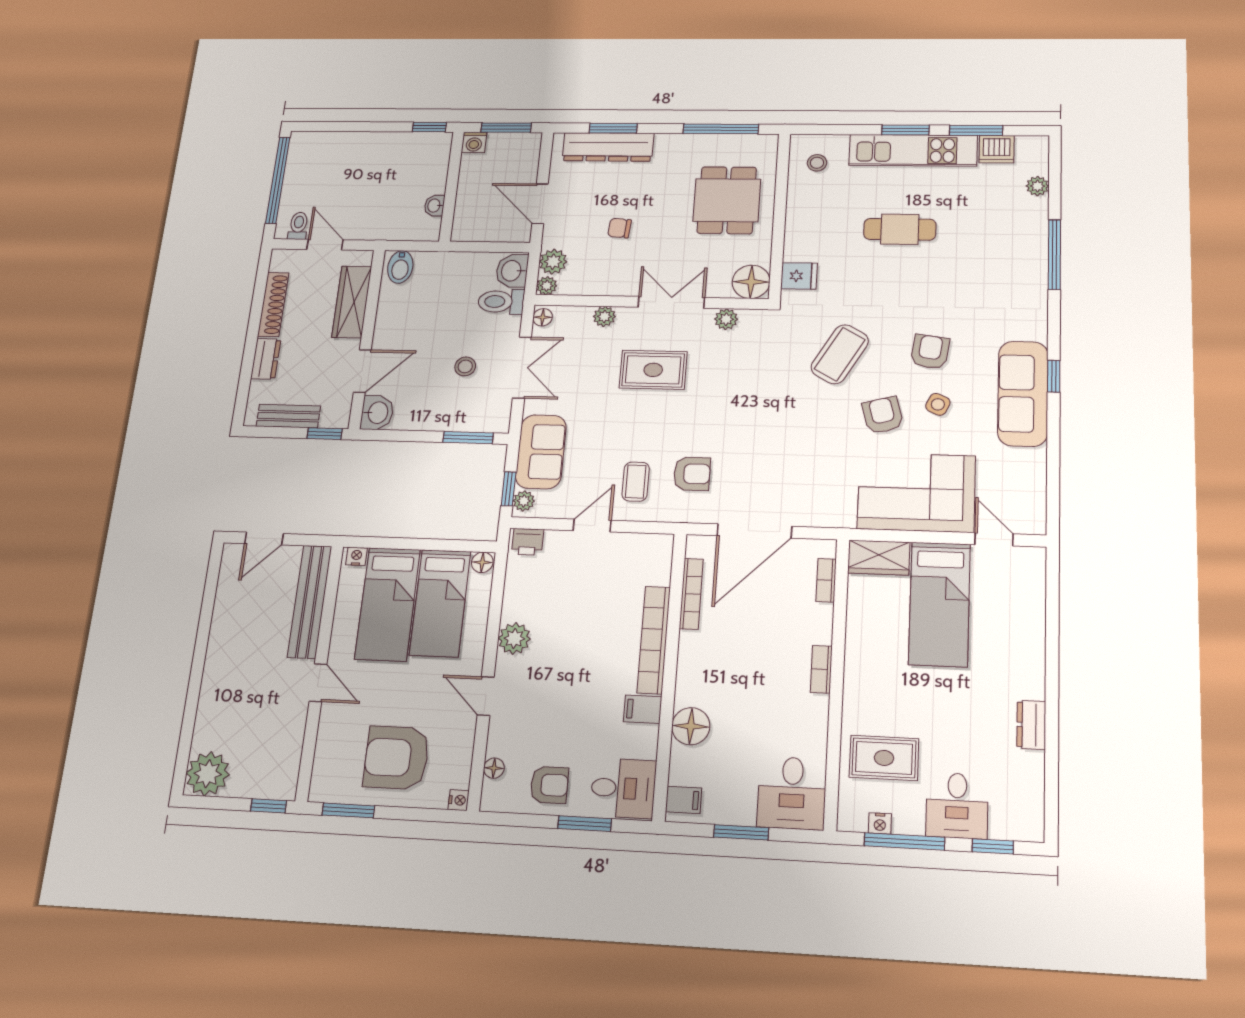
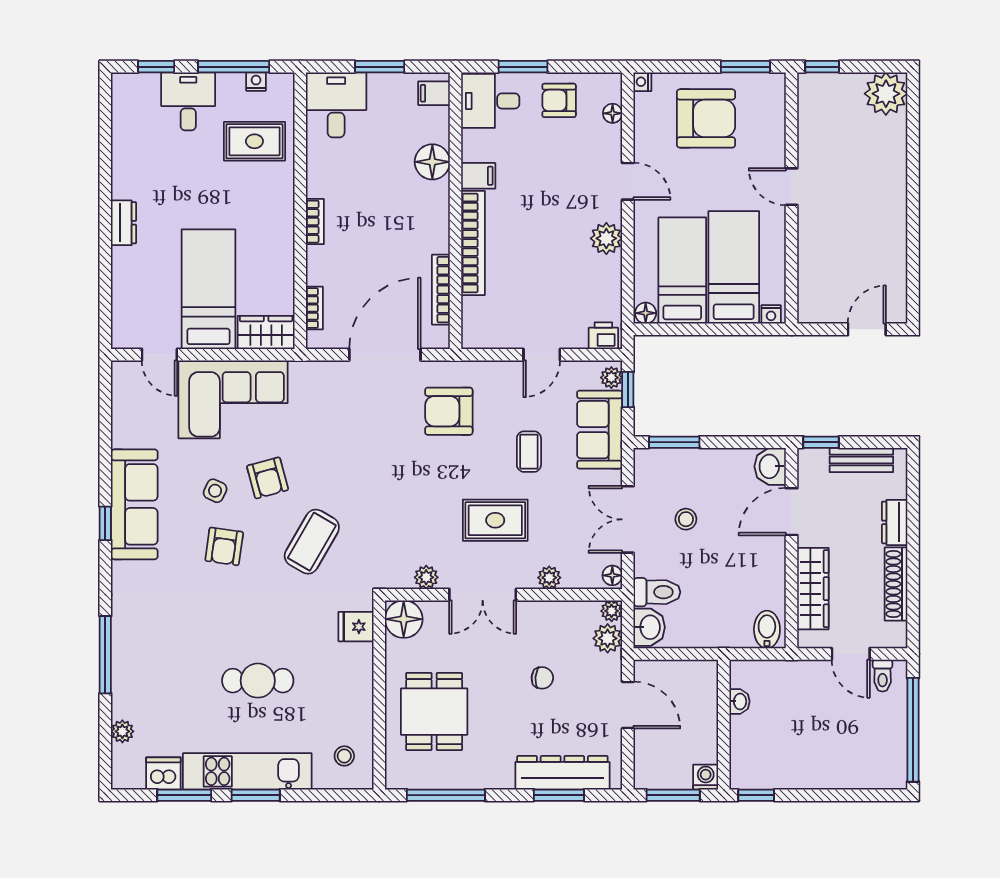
armchair: (692, 474) -> (449, 411), width x1.38, depth x1.38
coffee table: (636, 482) -> (529, 452), moved
bench: (310, 602) -> (811, 267), removed
dresser: (1031, 725) -> (124, 223), moved

